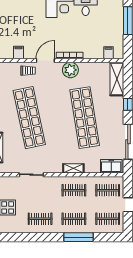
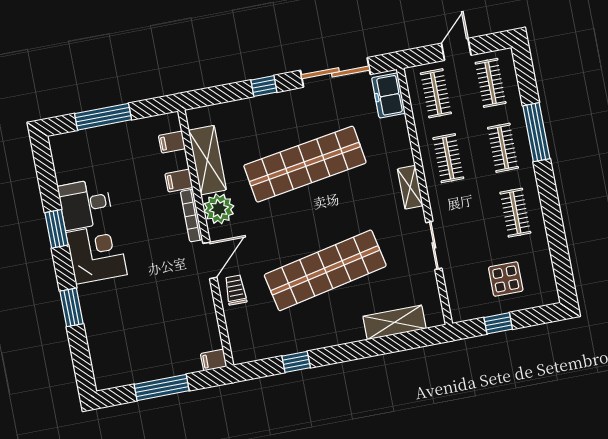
filing cabinet: (18, 53) -> (179, 181), moved
door: (45, 61) -> (210, 260), swing flipped
shelving: (117, 79) -> (207, 160), moved, turned 90
shelving: (73, 168) -> (410, 187), moved

